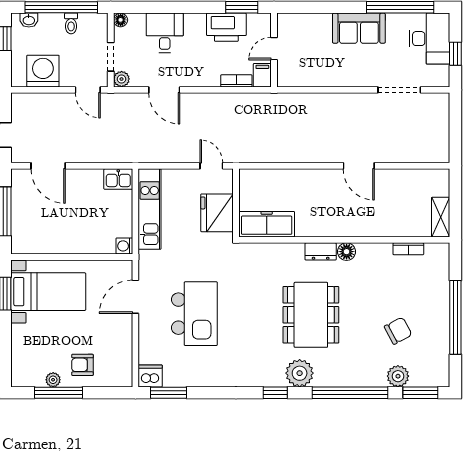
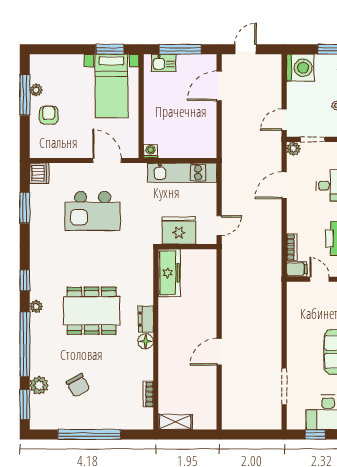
washing machine: (43, 71) -> (300, 68), moved
kitchen sink: (118, 179) -> (164, 63), moved, turned -90
plant: (300, 373) -> (36, 307), width x0.53, depth x0.53
window: (168, 393) -> (25, 208), moved

